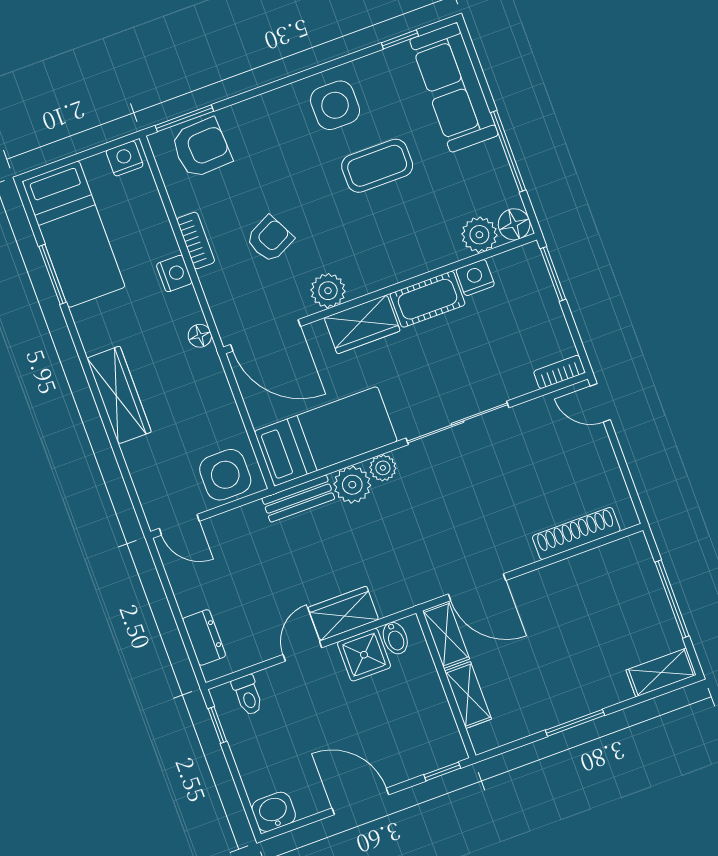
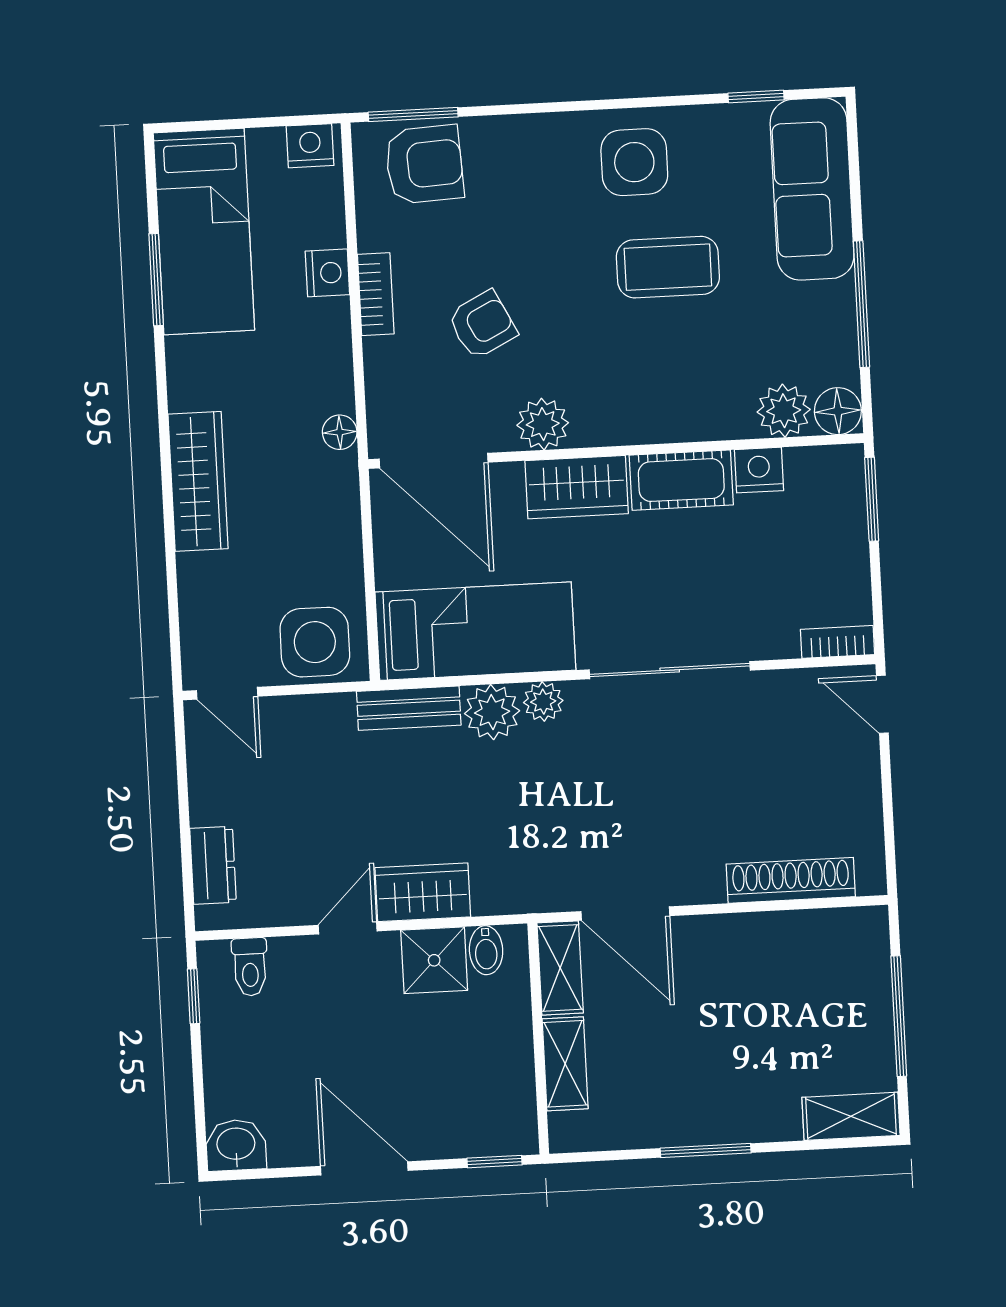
nightstand: (174, 273) -> (327, 273), moved

